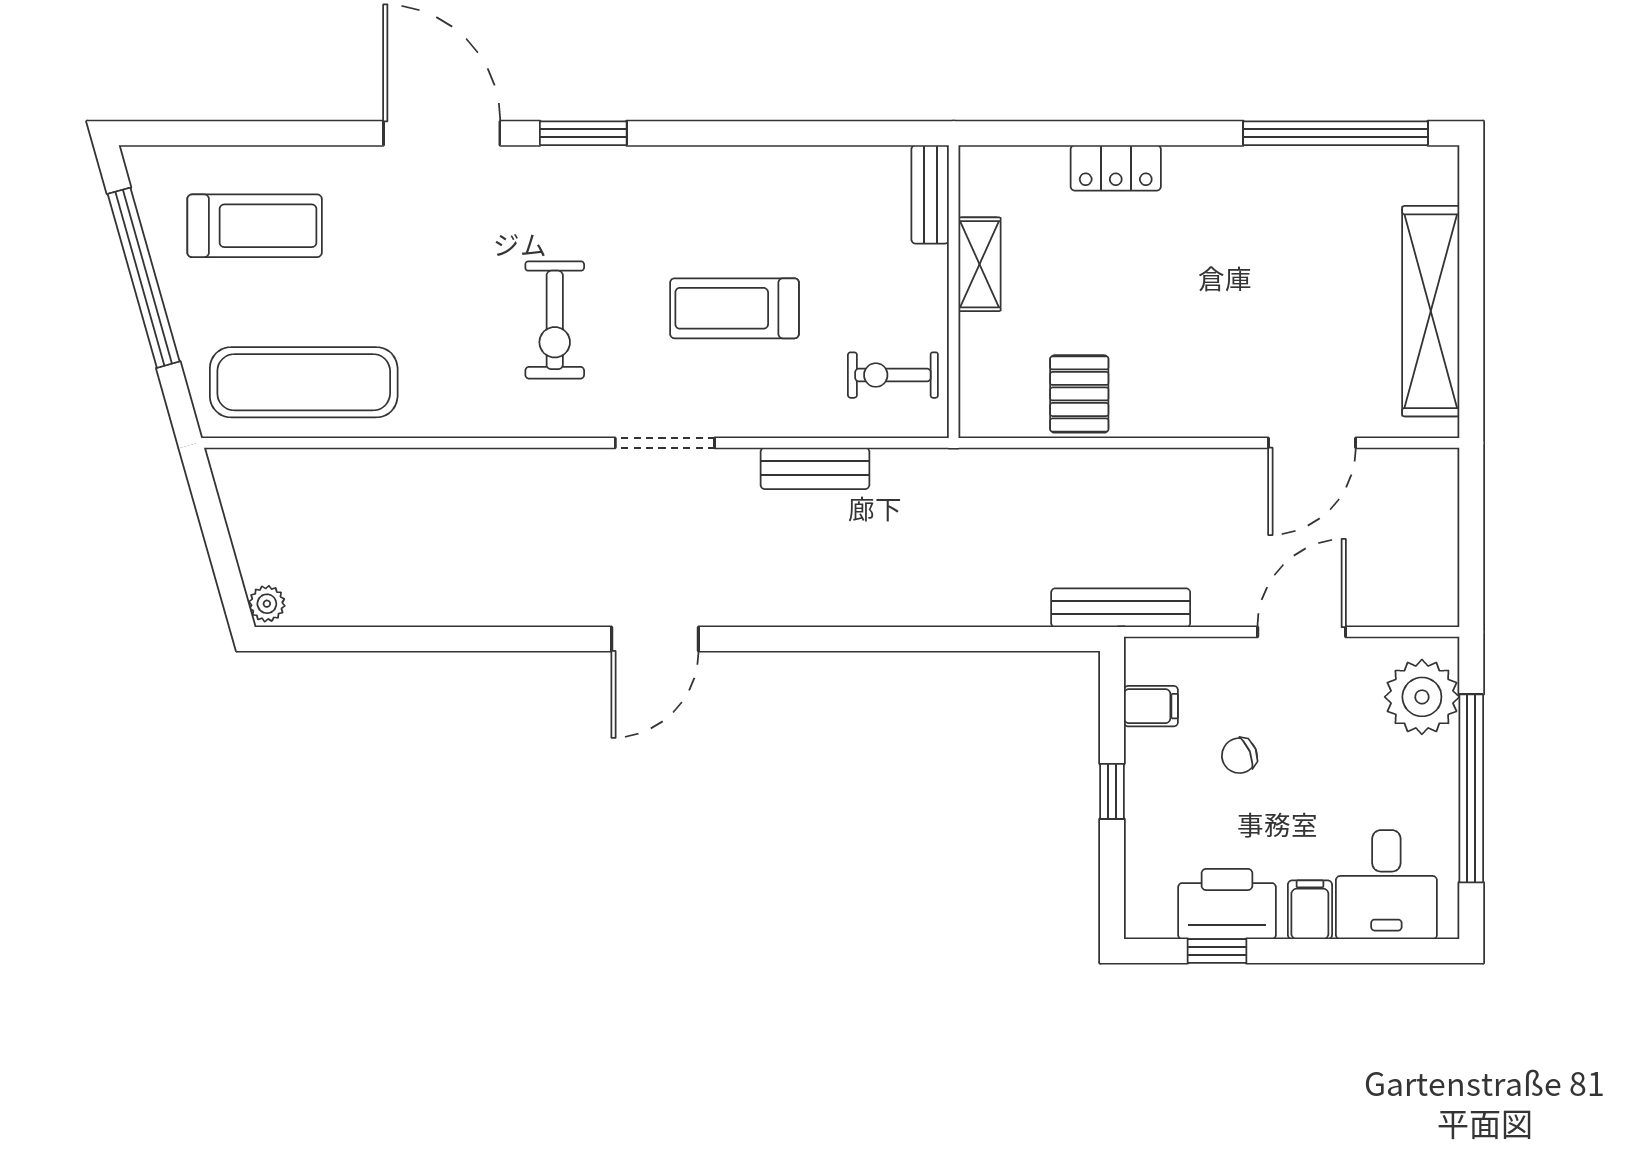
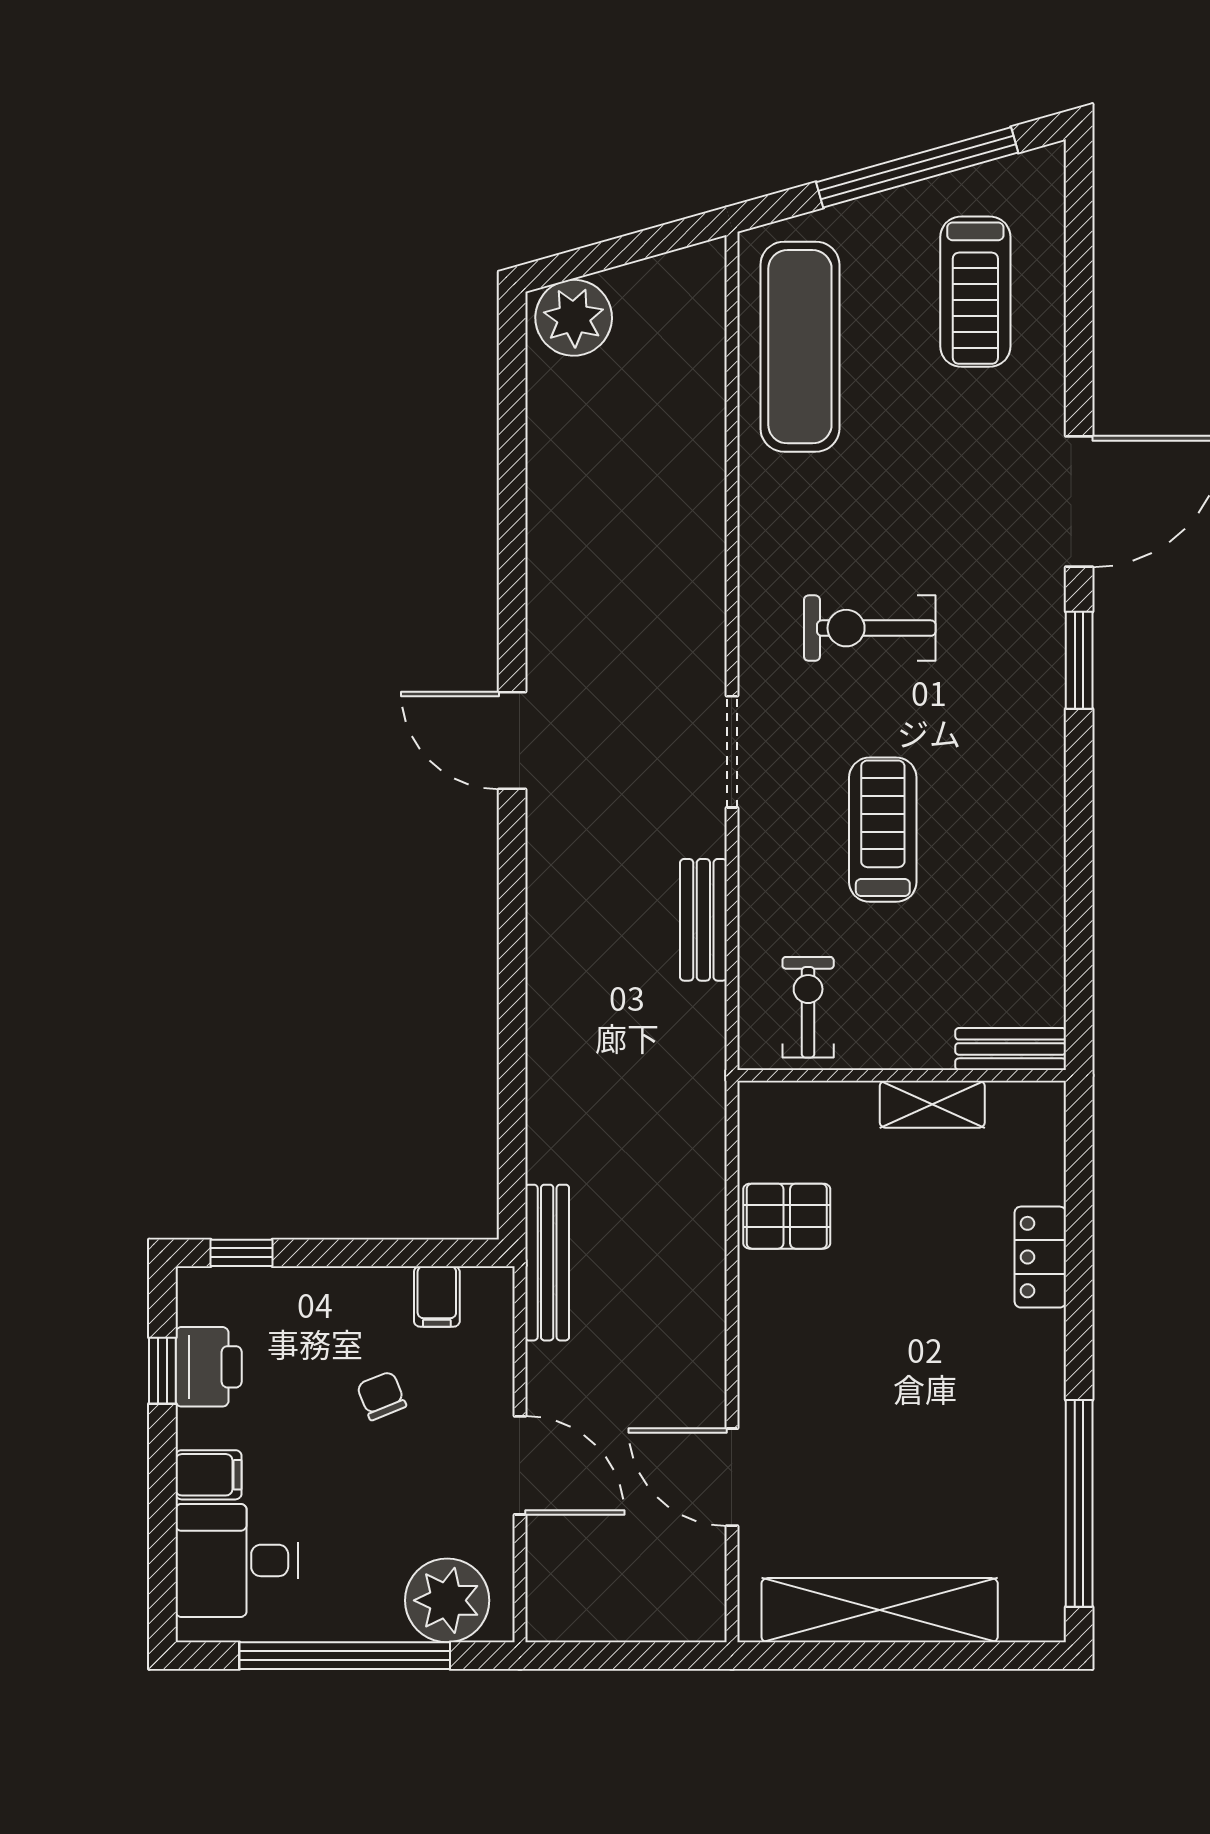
plant: (267, 604) -> (574, 318), width x1.88, depth x1.88
window: (1112, 791) -> (241, 1253), moved
printer: (1227, 904) -> (209, 1367), width x0.73, depth x0.84

